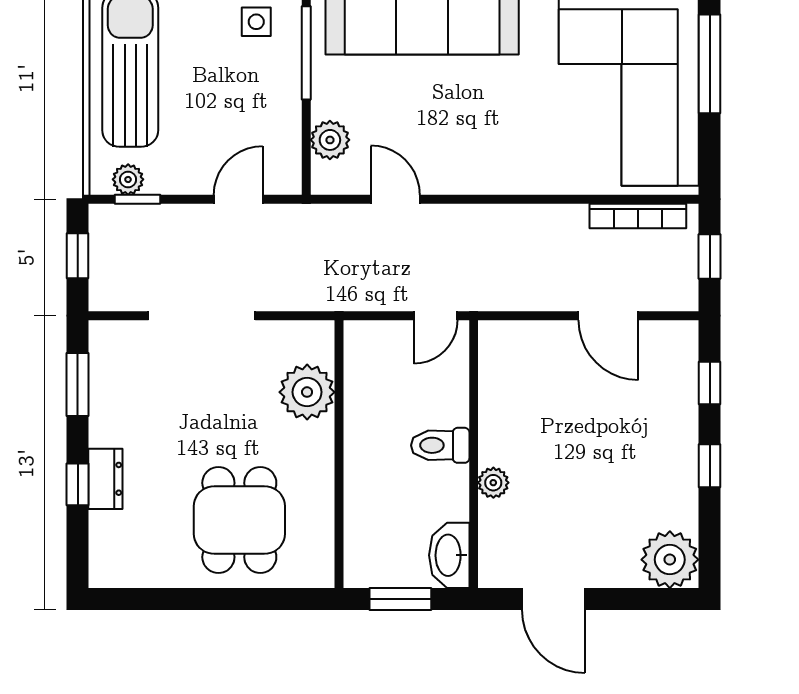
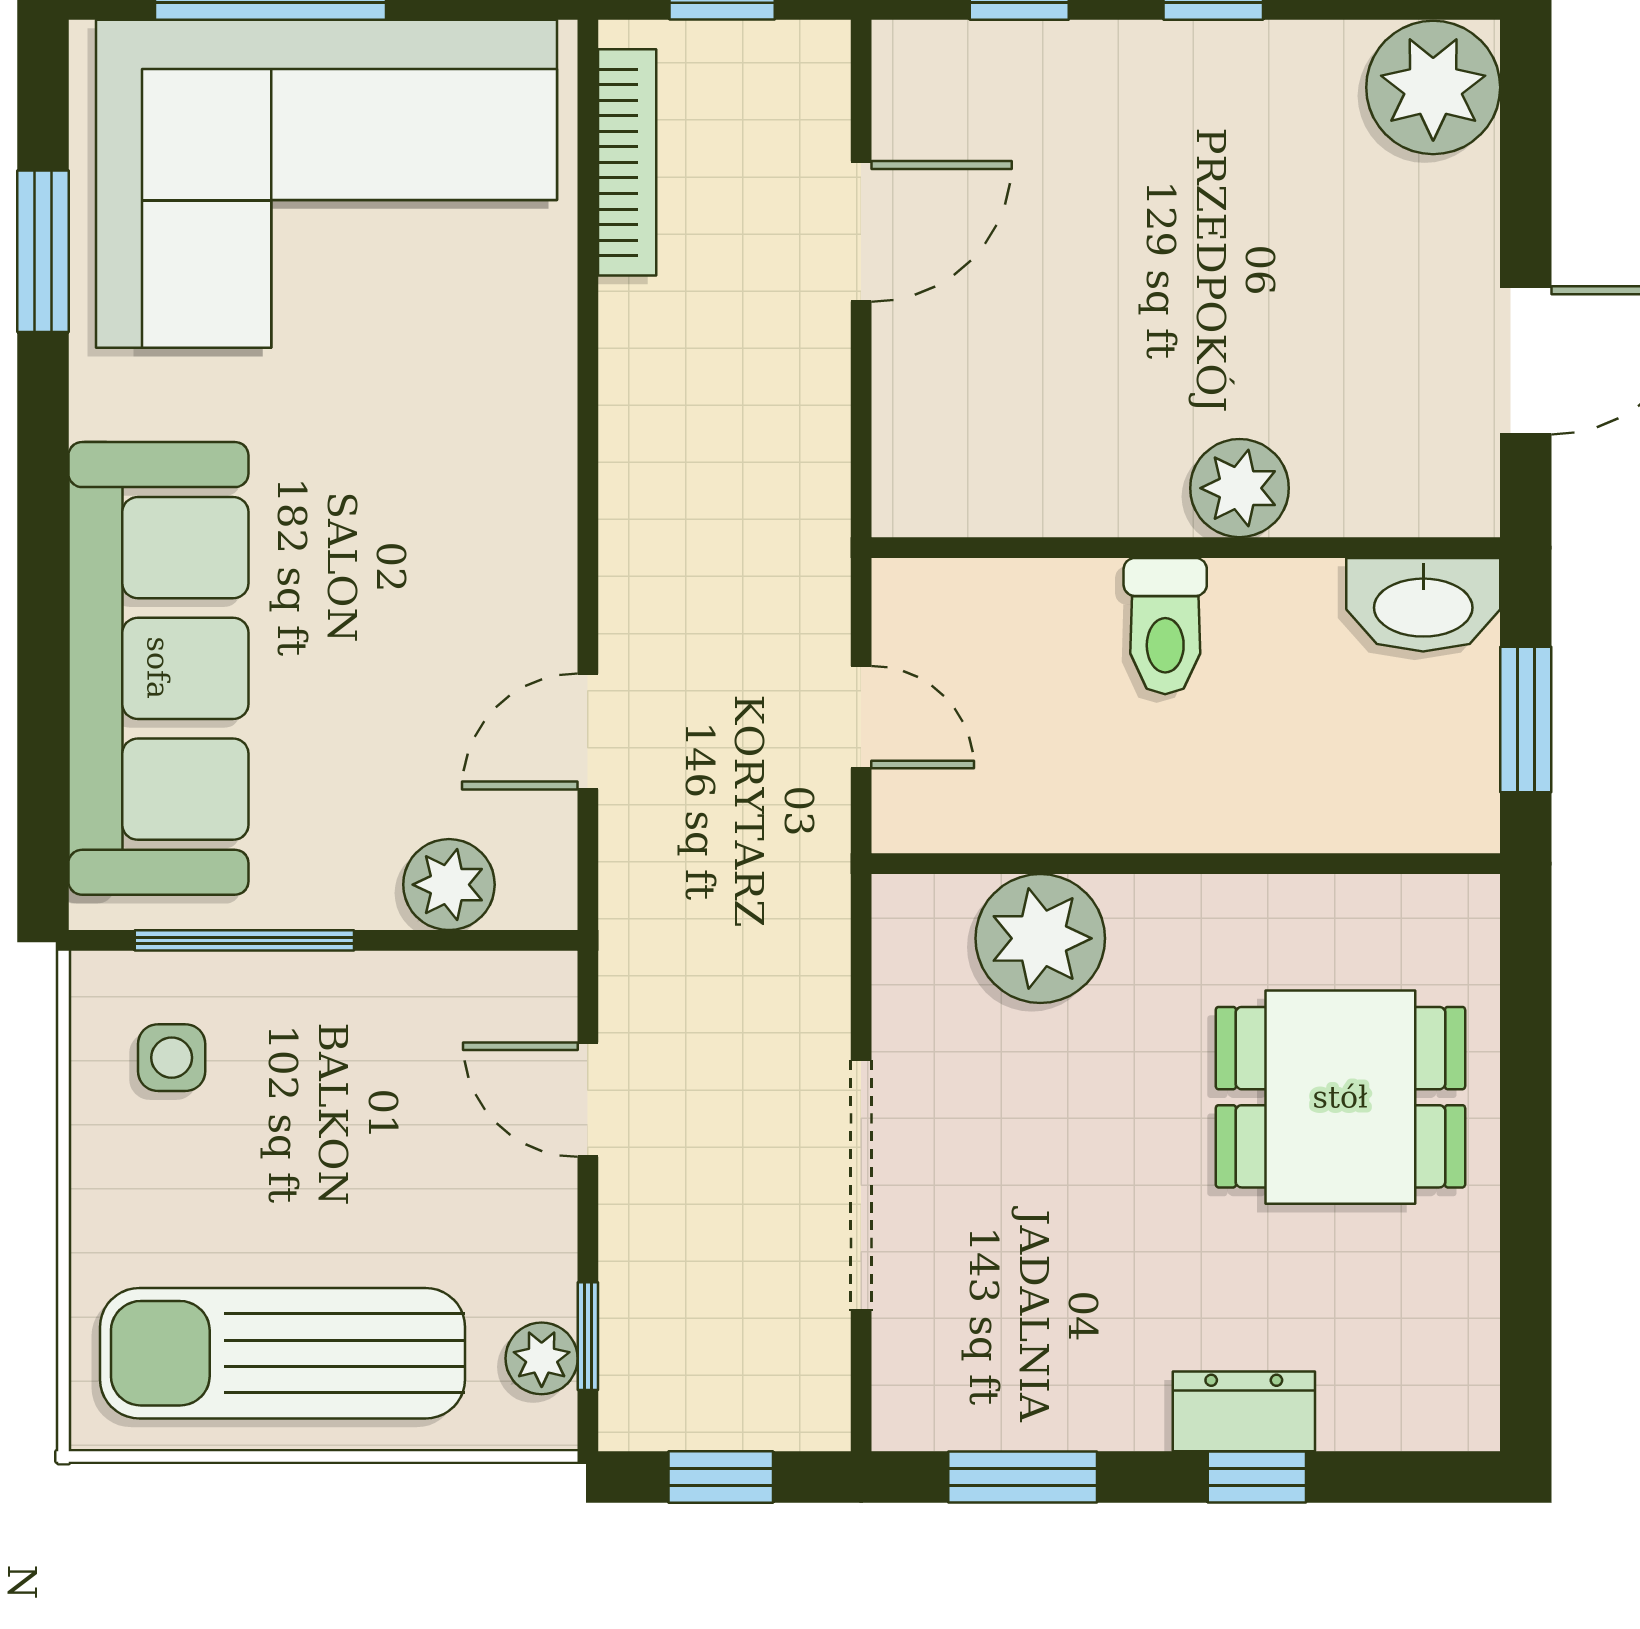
door: (436, 316) -> (861, 717), moved
plant: (493, 483) -> (1239, 488), width x1.38, depth x1.38

